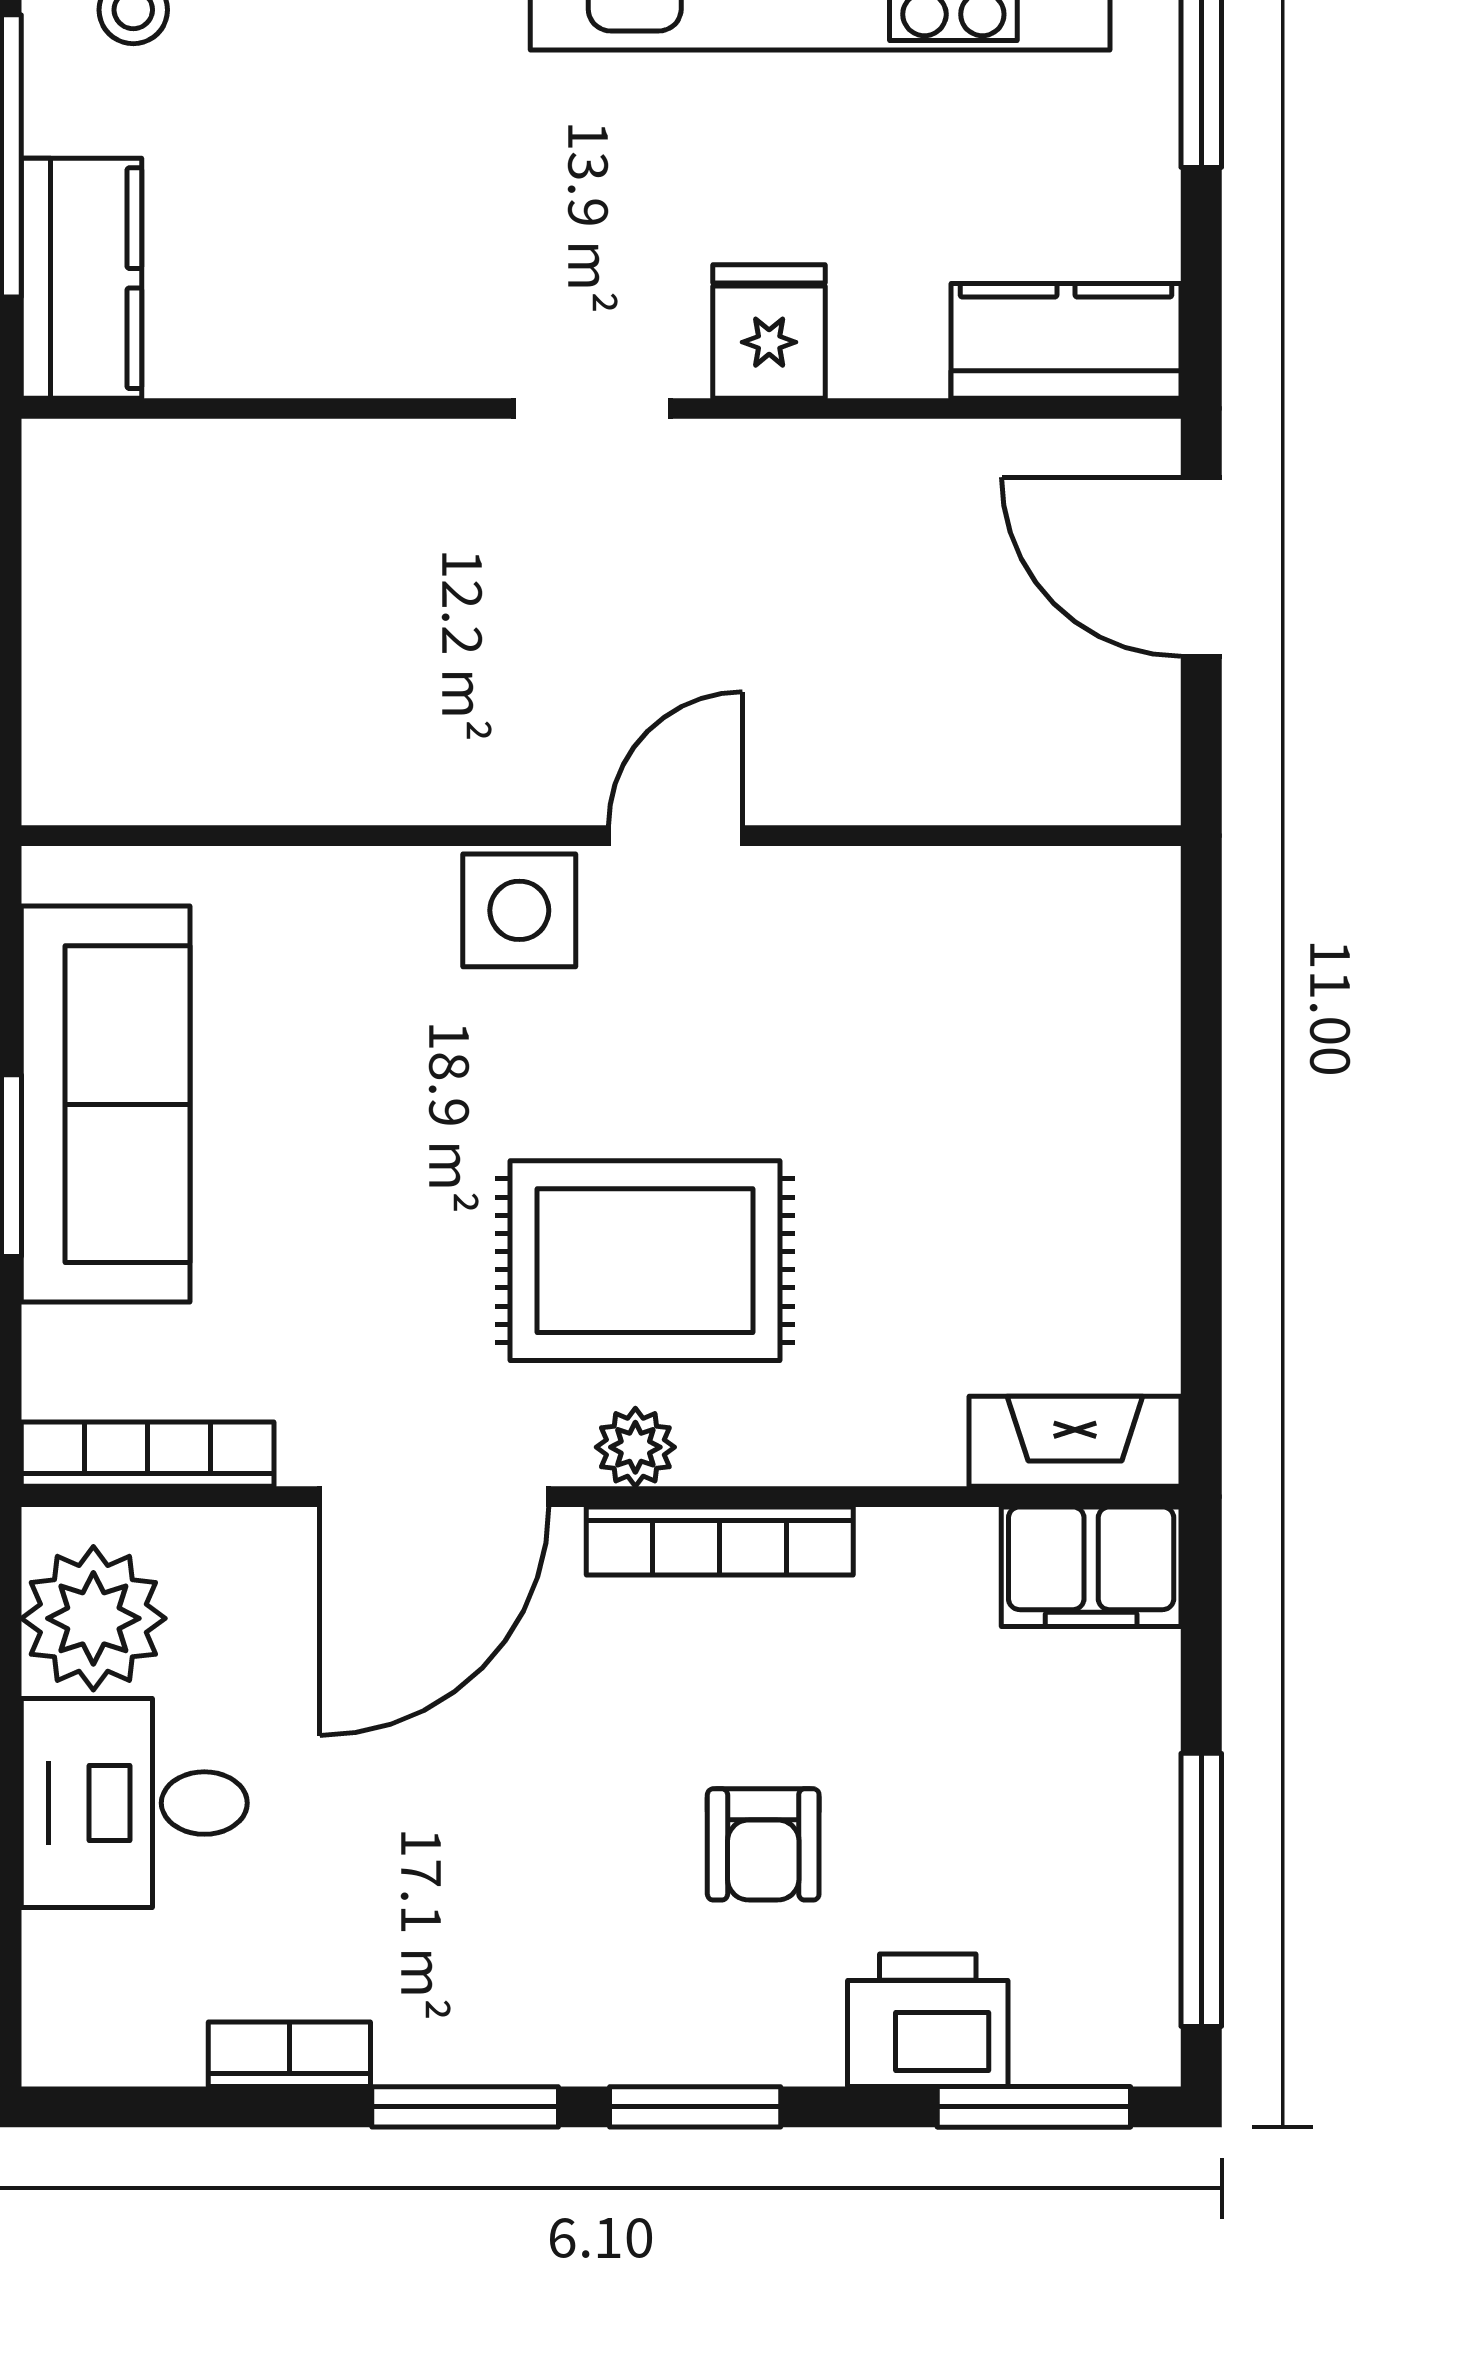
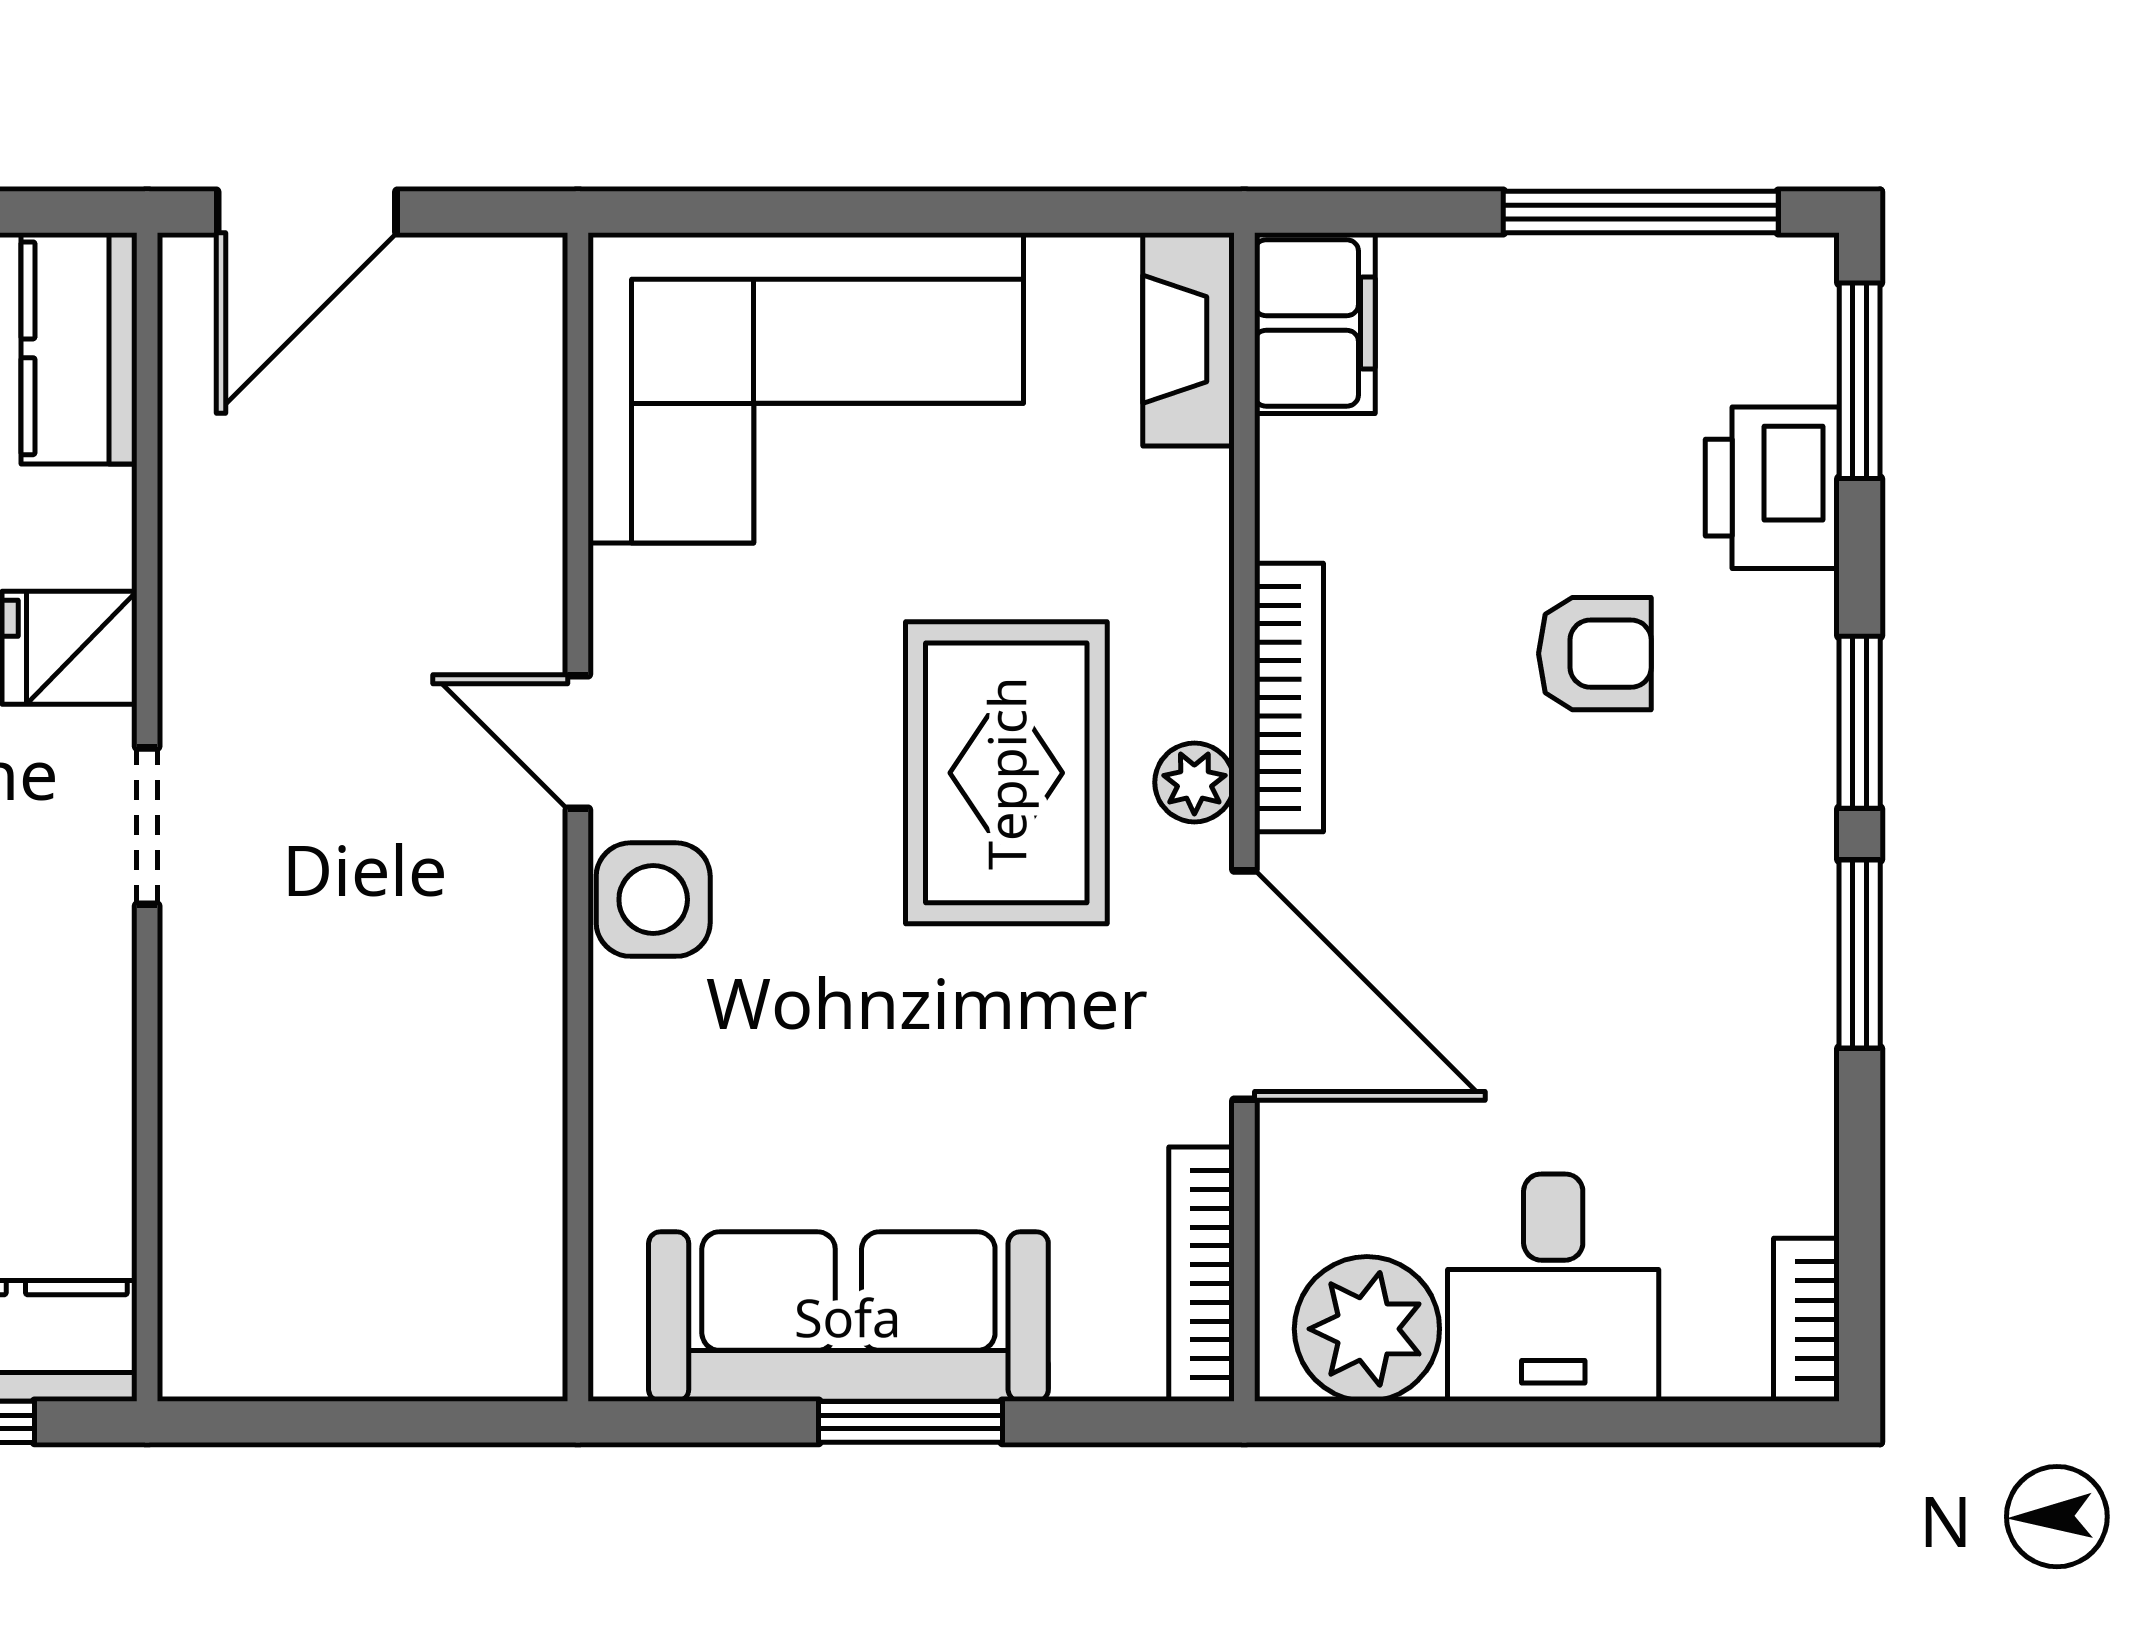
corner sofa: (1027, 1062) -> (806, 388), added
bookcase: (289, 2054) -> (1806, 1320), moved

